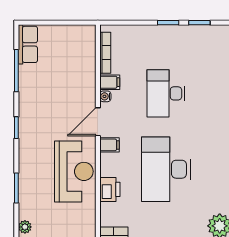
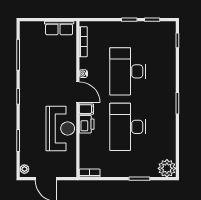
row of seats: (28, 44) -> (59, 28), moved, turned 90
filing cabinet: (110, 82) -> (87, 63), removed
desk: (166, 93) -> (128, 71), width x1.36, depth x1.30
door: (98, 122) -> (78, 92), swing flipped
printer: (110, 189) -> (87, 124), moved

